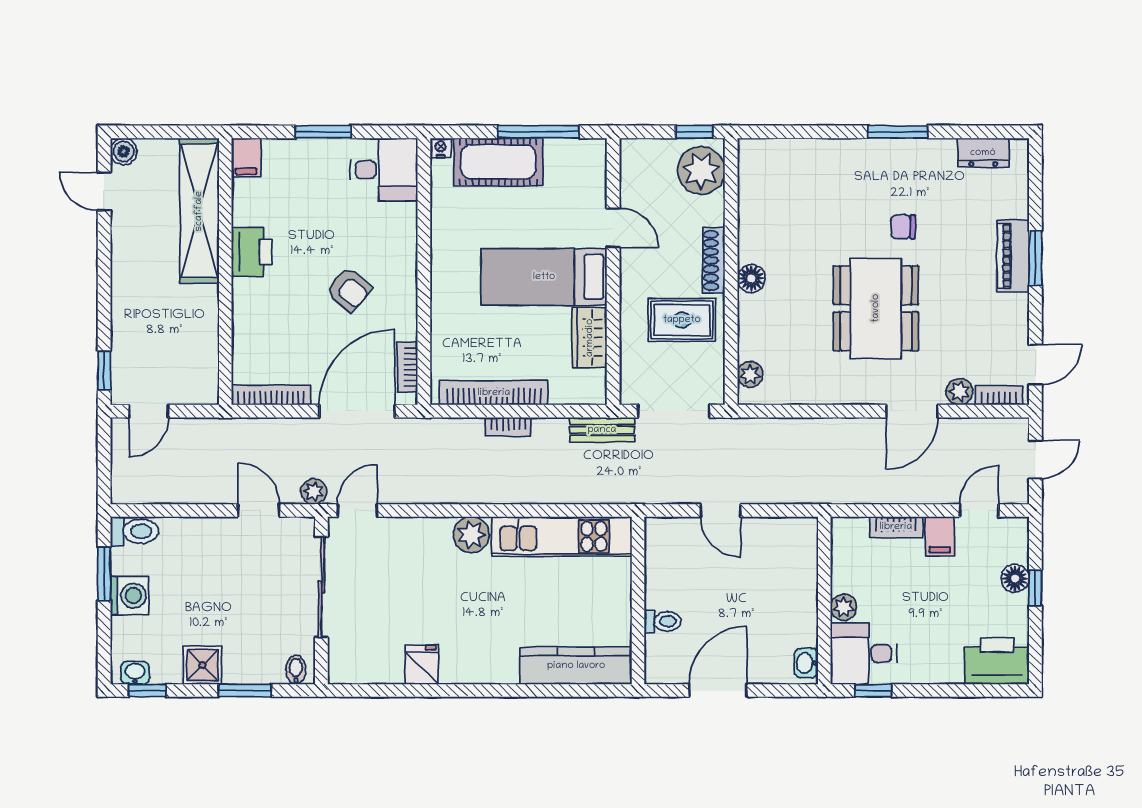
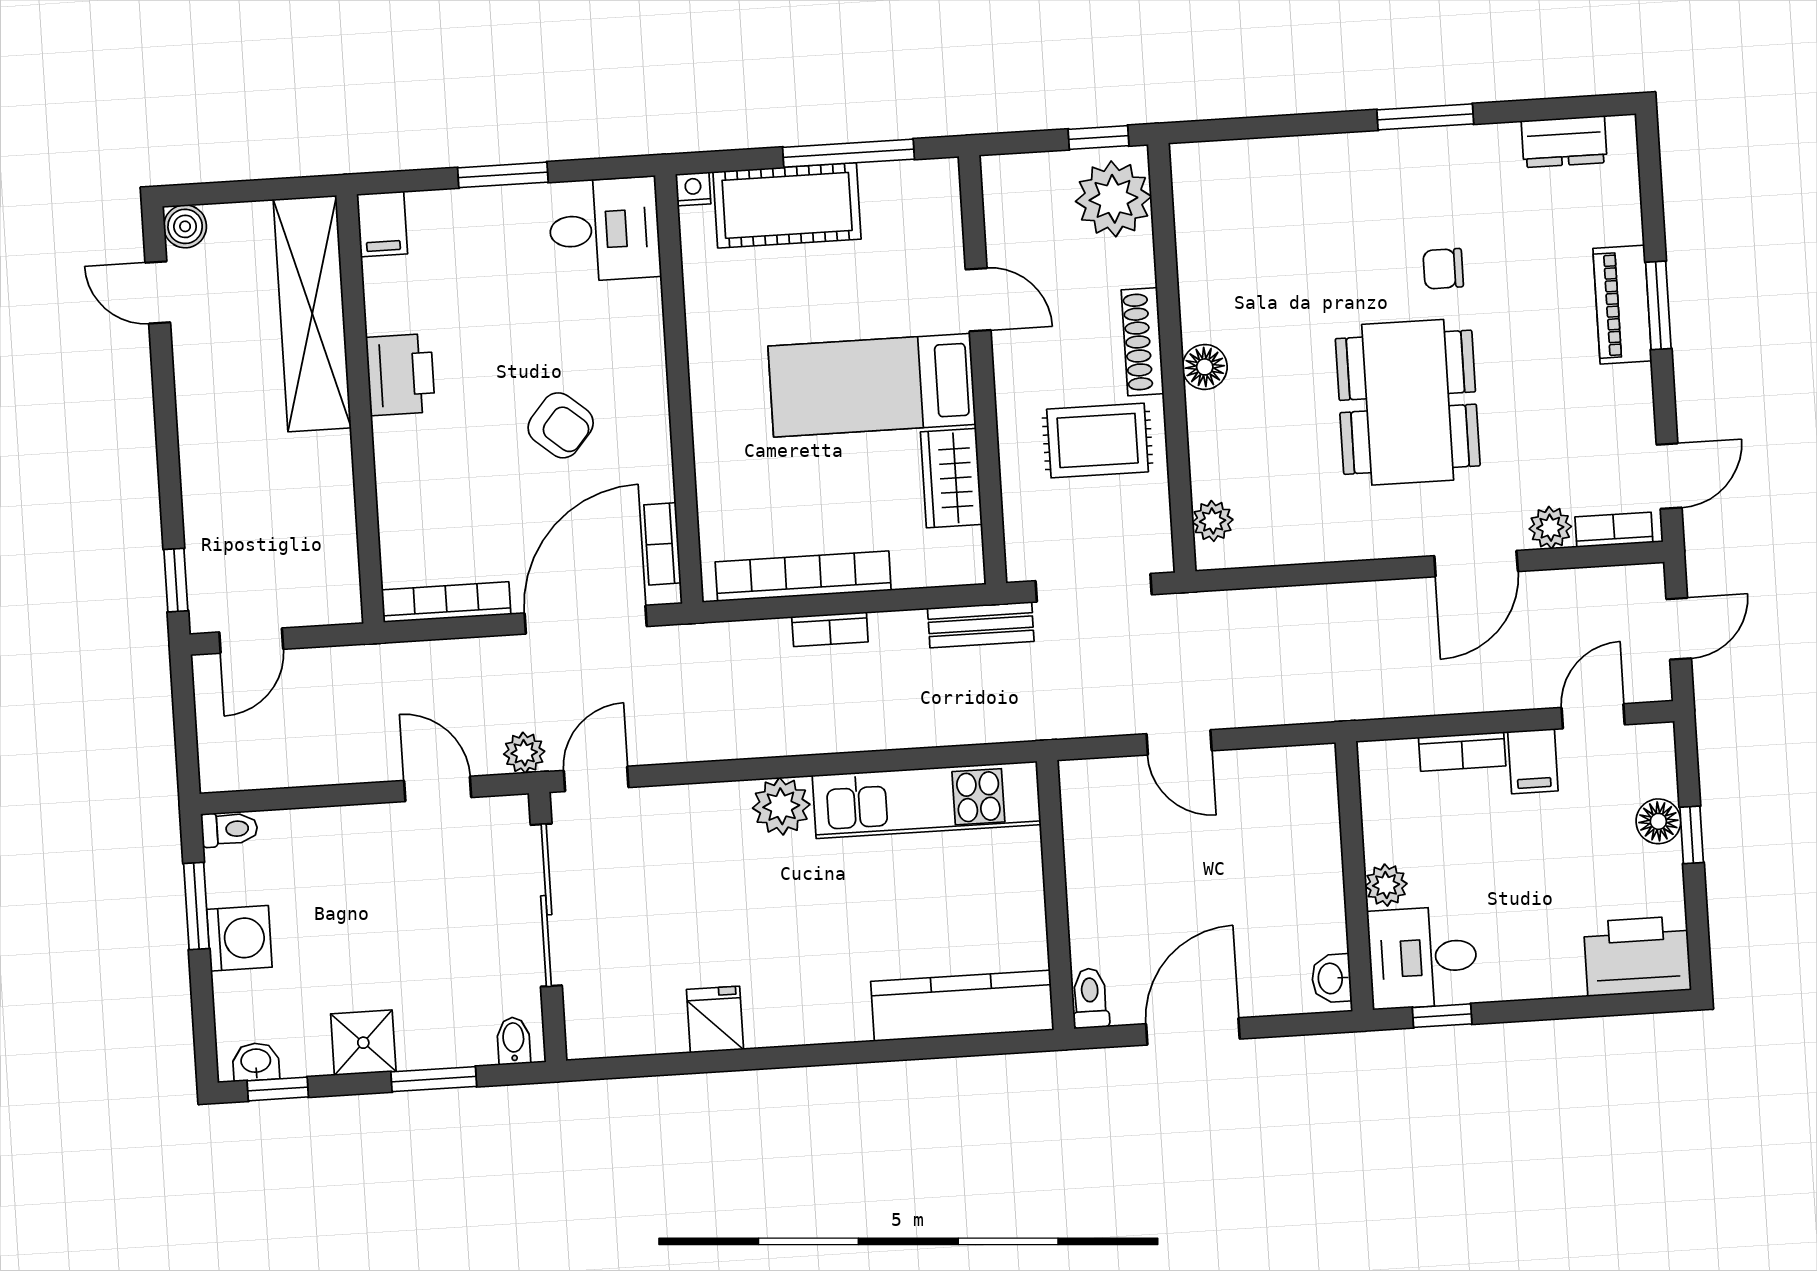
toilet: (134, 531) -> (229, 829), width x0.73, depth x0.72
toilet: (663, 621) -> (1090, 998), moved, turned -90

